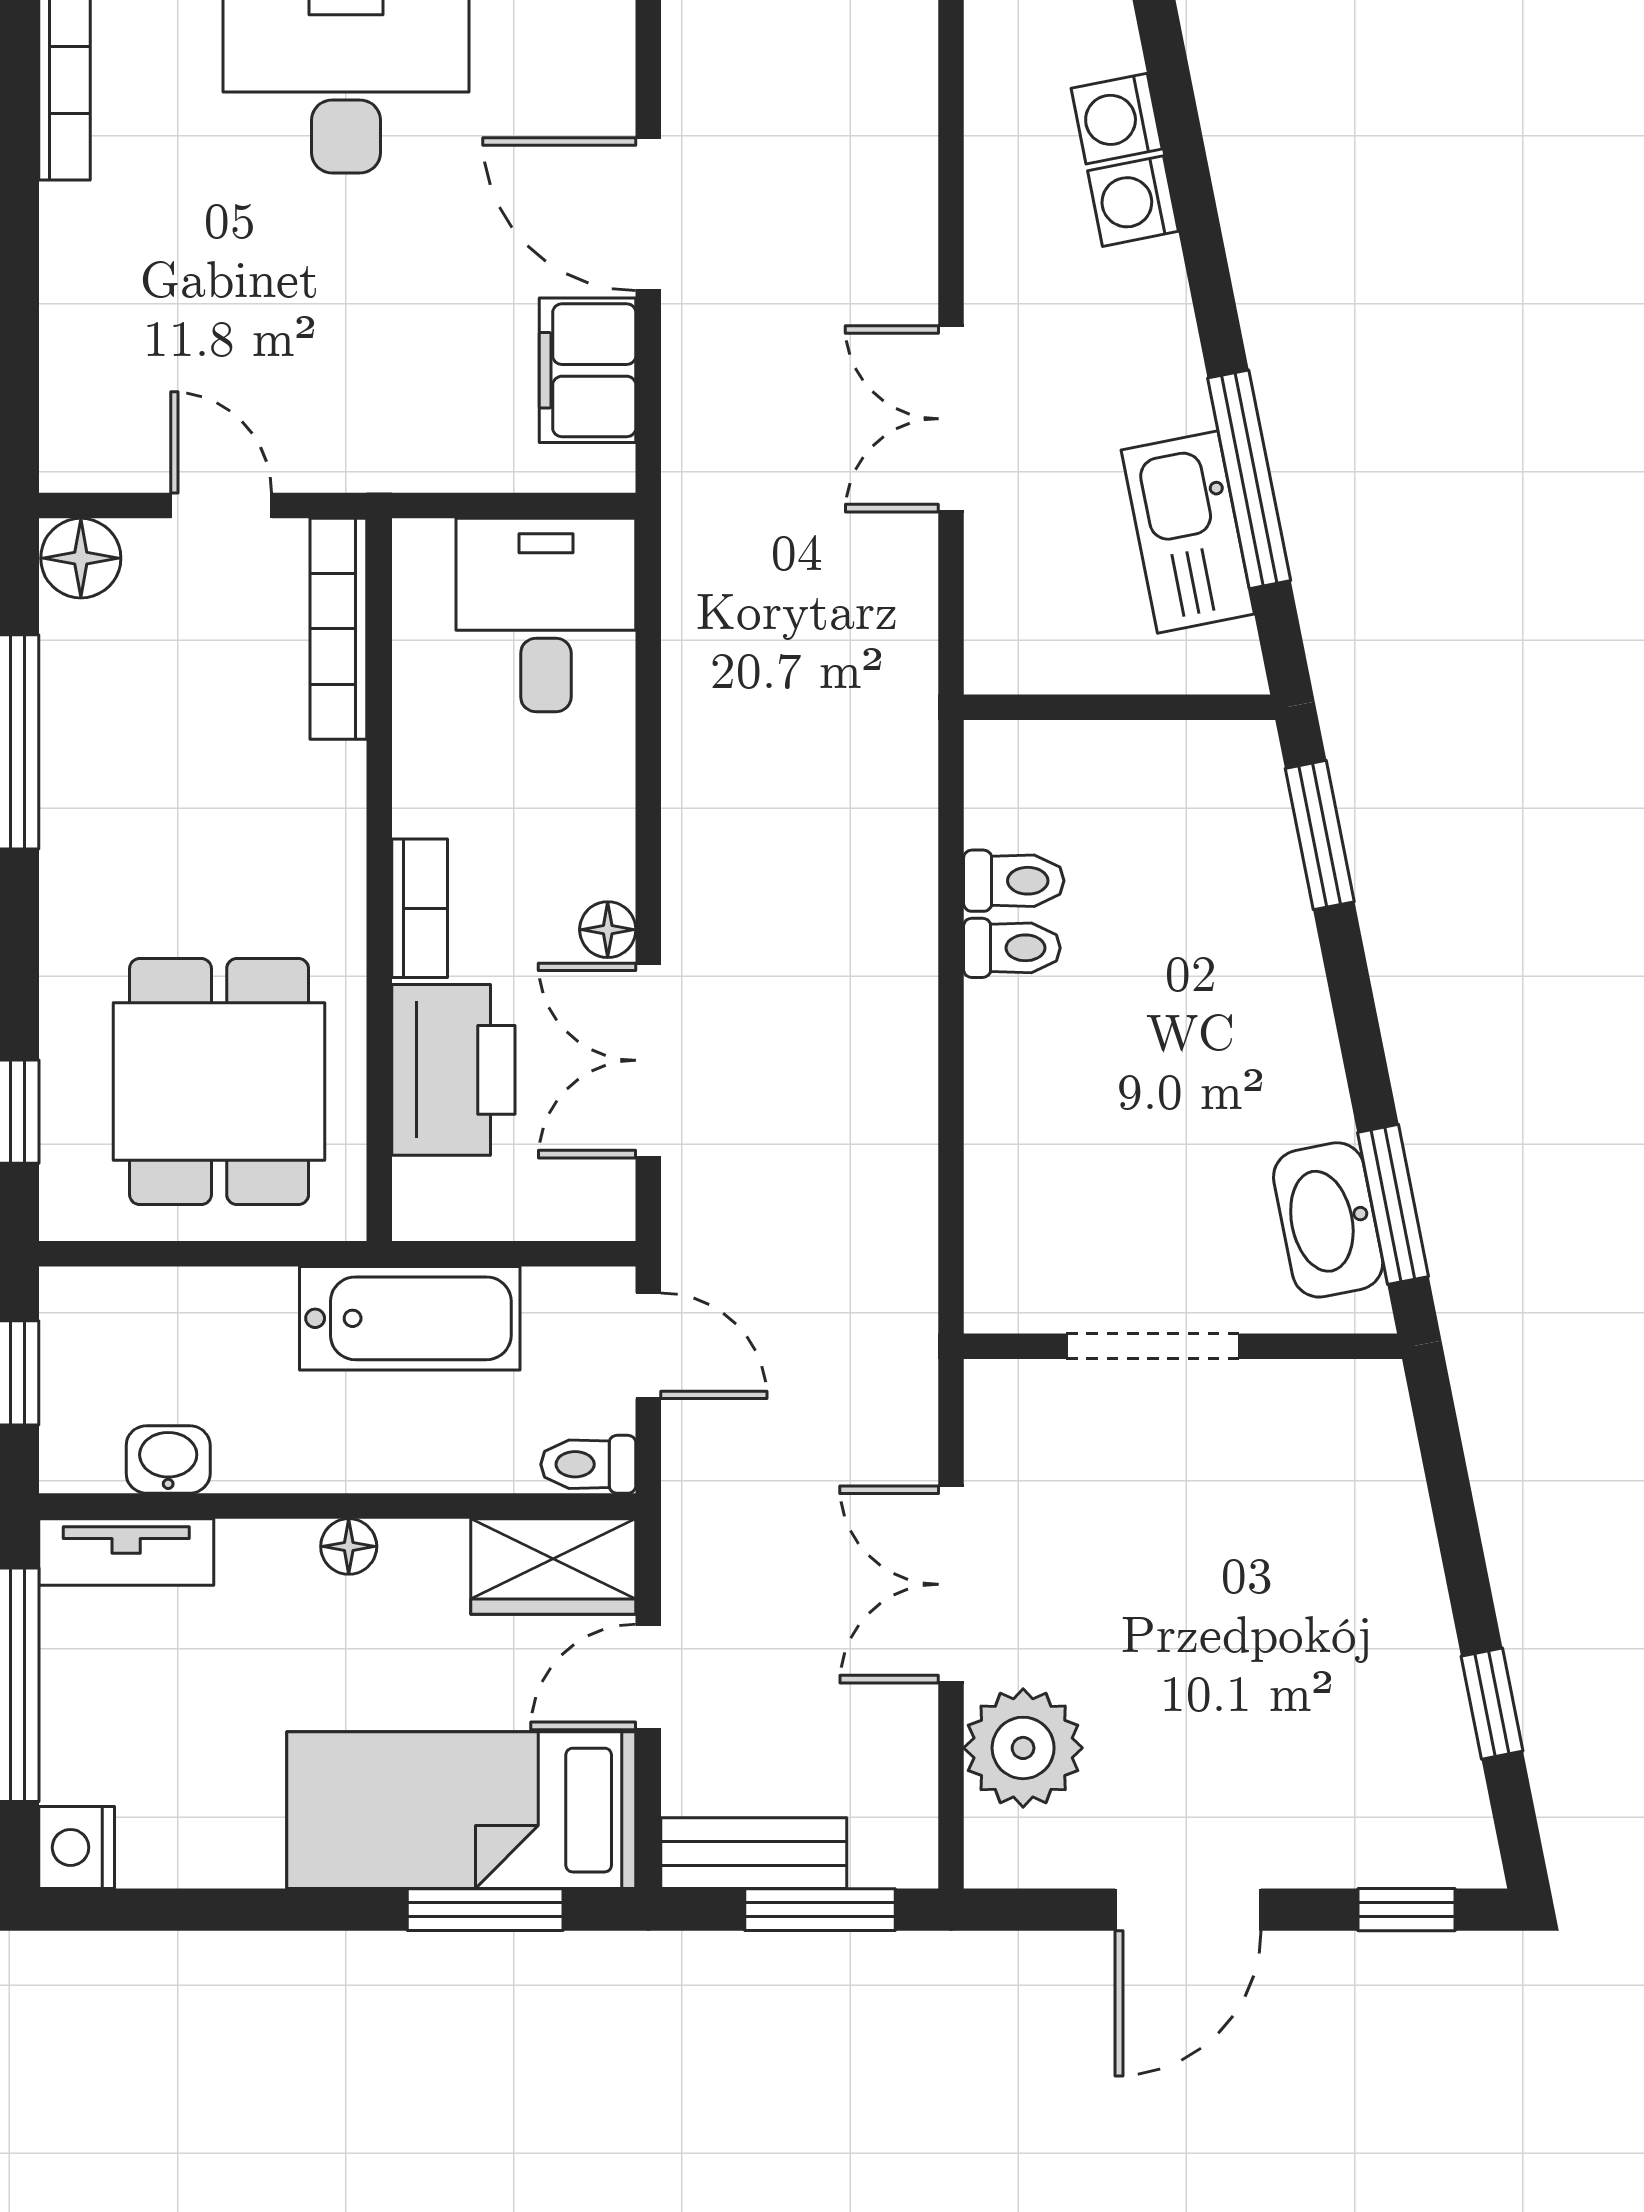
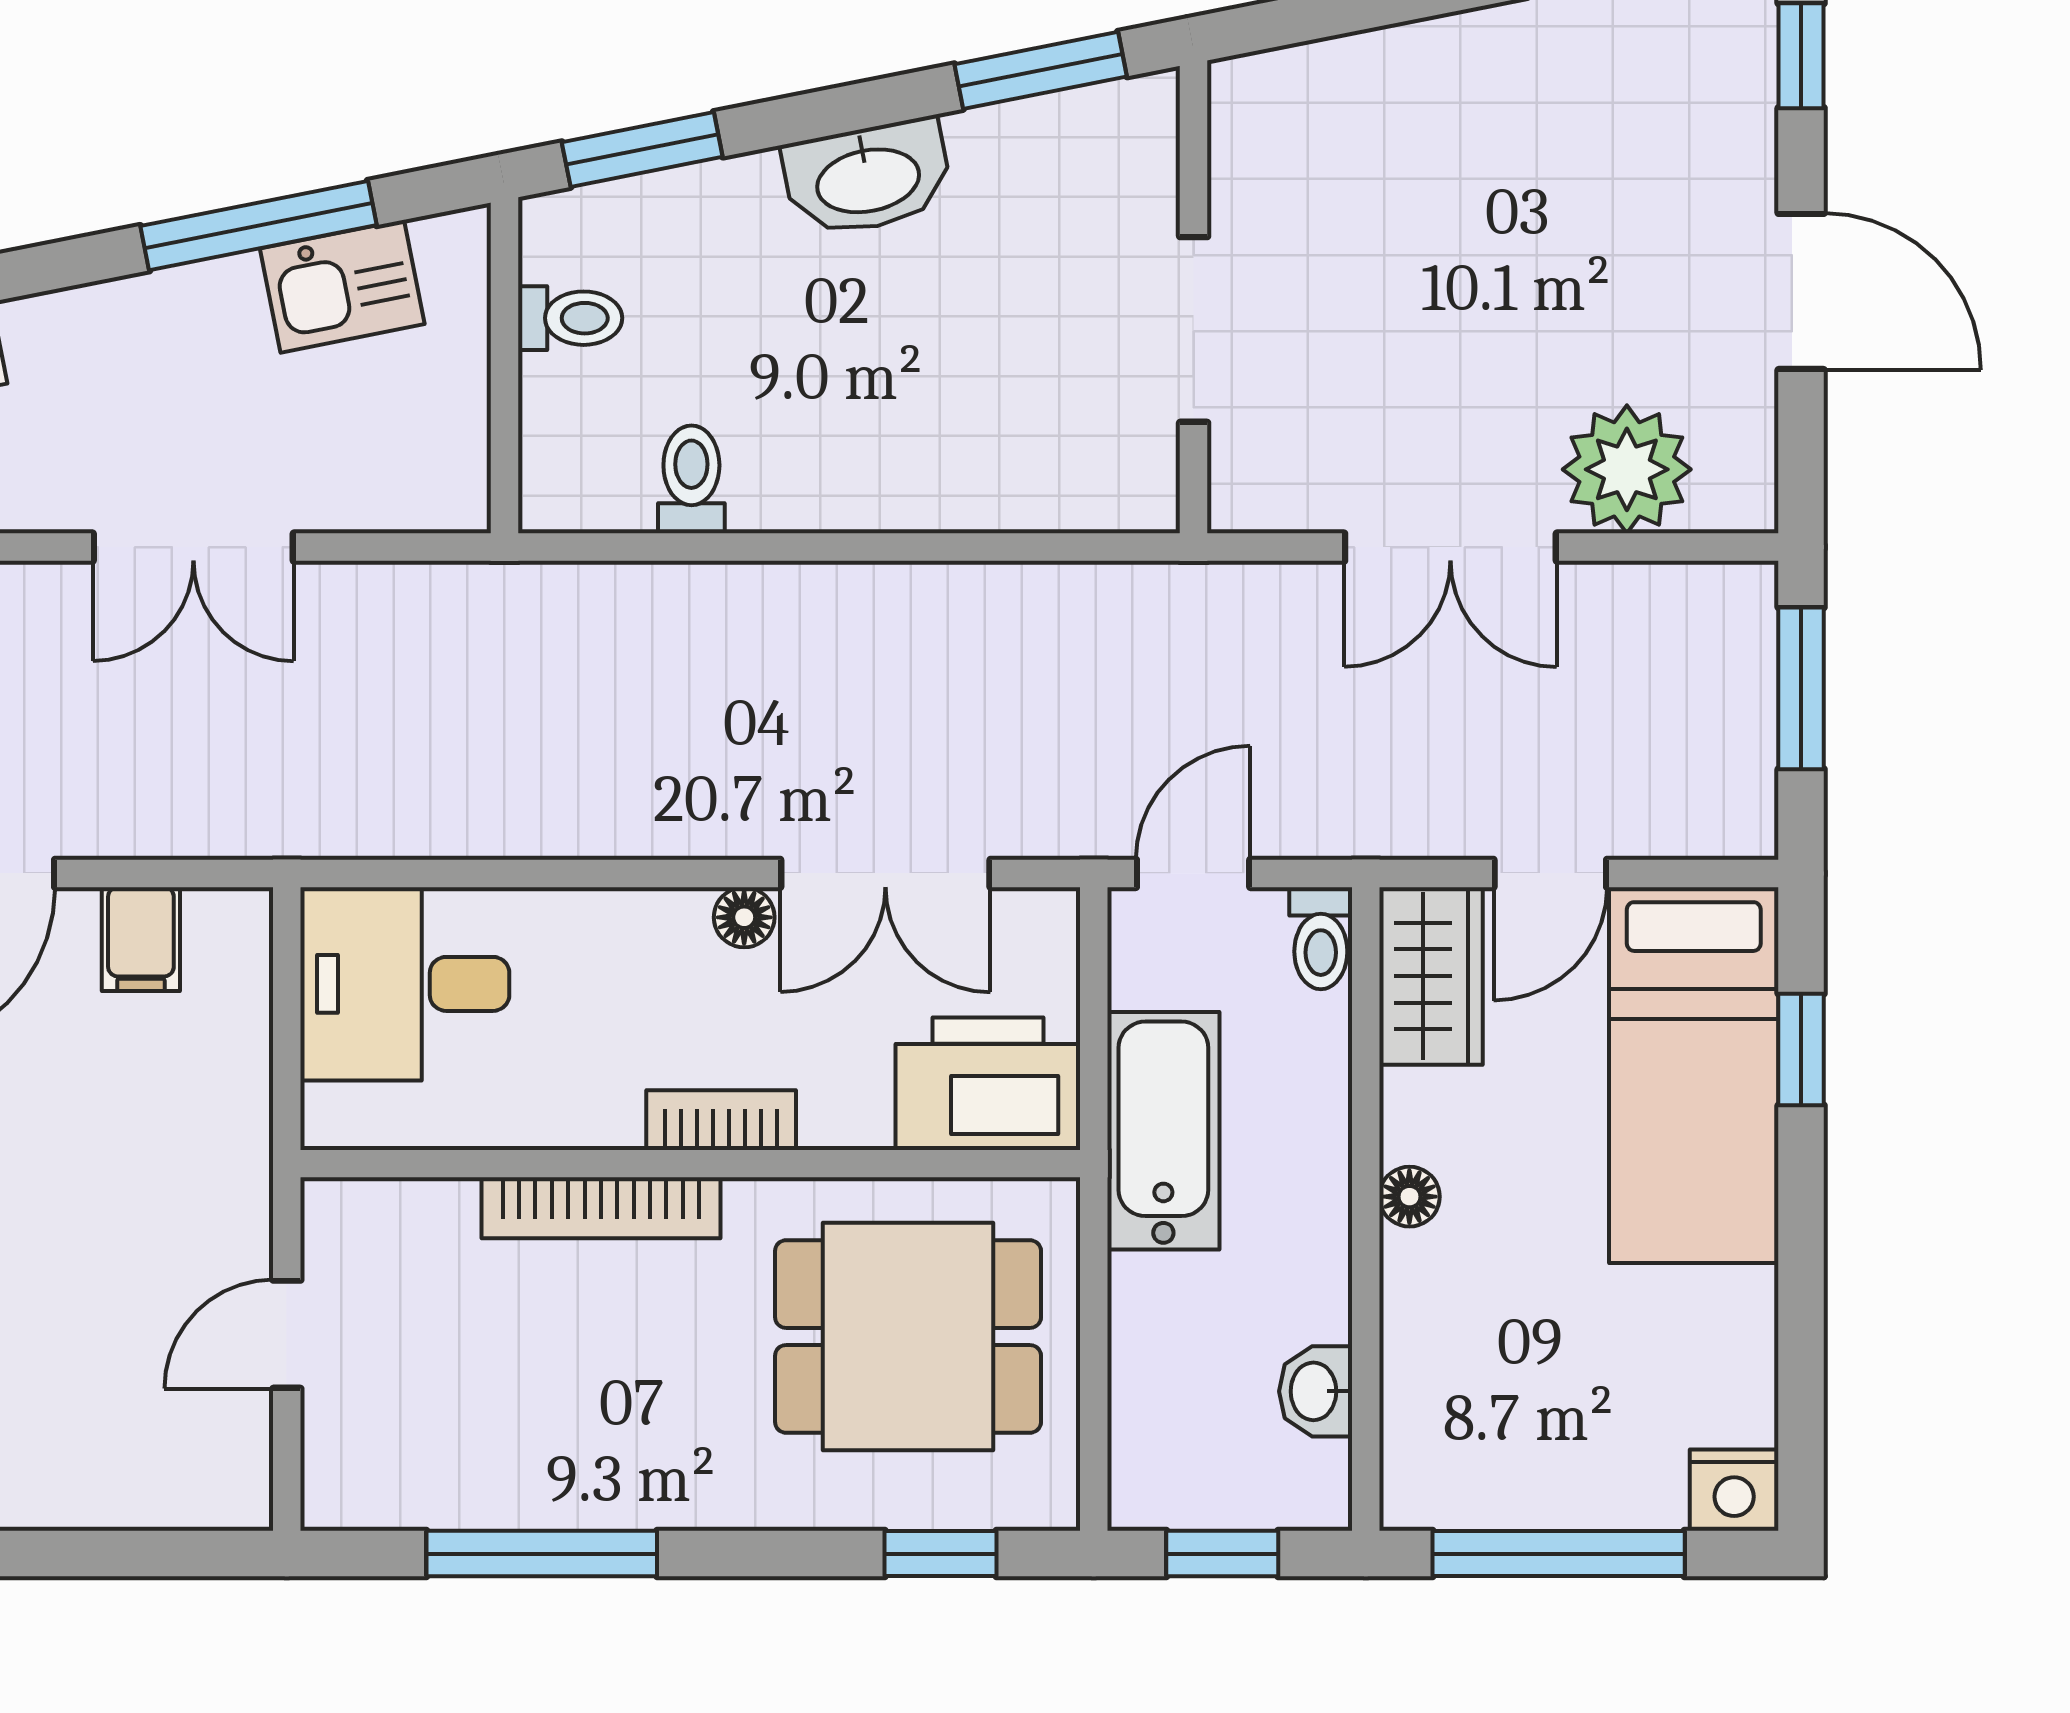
filing cabinet: (588, 370) -> (141, 939), width x0.50
kitchen sink: (1188, 532) -> (342, 286), width x0.73
floor lamp: (81, 558) -> (343, 1486), removed
bookcase: (338, 629) -> (601, 1208), moved
toilet: (1012, 948) -> (570, 318), moved, turned 90
printer: (453, 1070) -> (988, 1084), moved
washbasin: (1328, 1220) -> (868, 178), moved
tv unit: (126, 1552) -> (1415, 1437), removed
door: (648, 1677) -> (1550, 873), hinge flipped
bench: (754, 1853) -> (1740, 760), removed
window: (485, 1910) -> (1801, 1050), width x0.67

